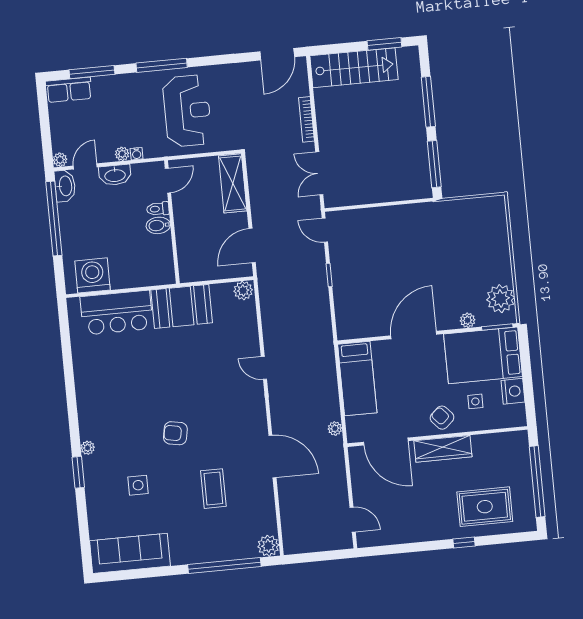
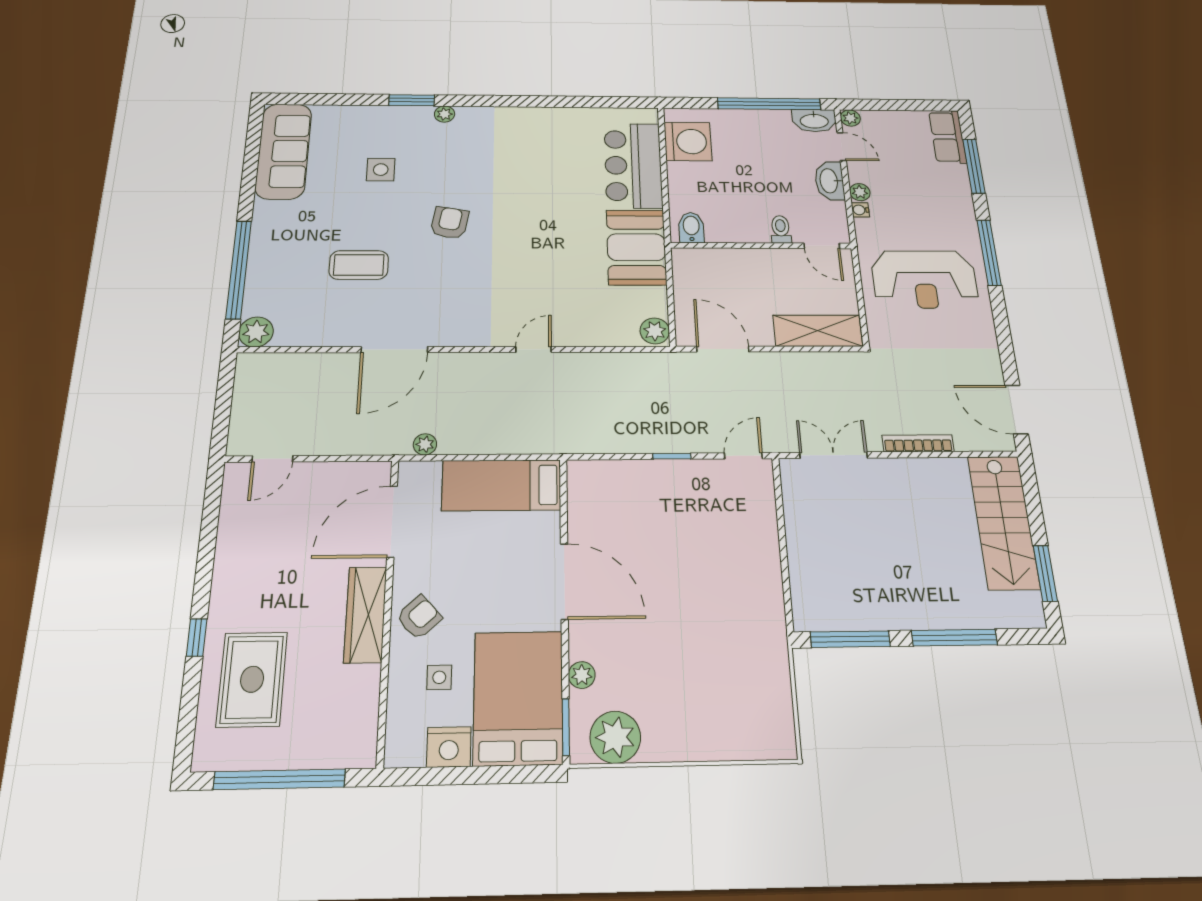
bidet: (158, 225) -> (691, 228), moved

